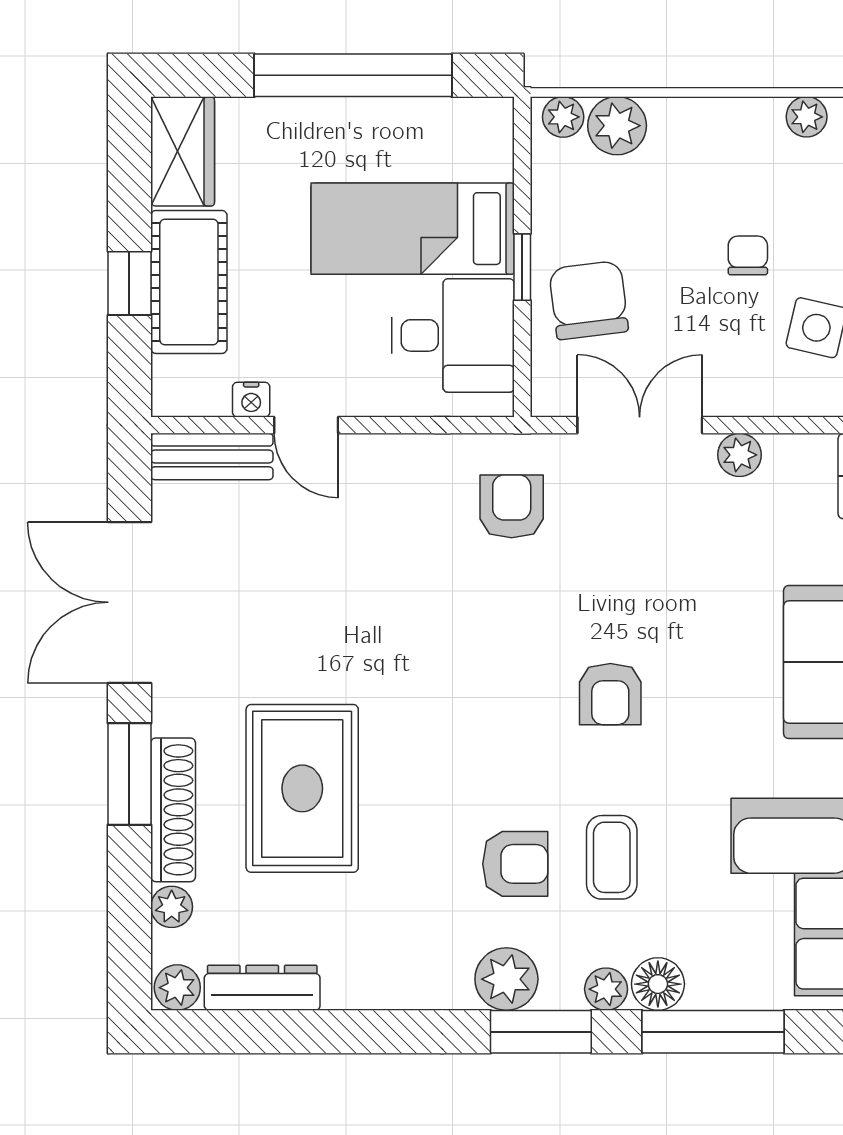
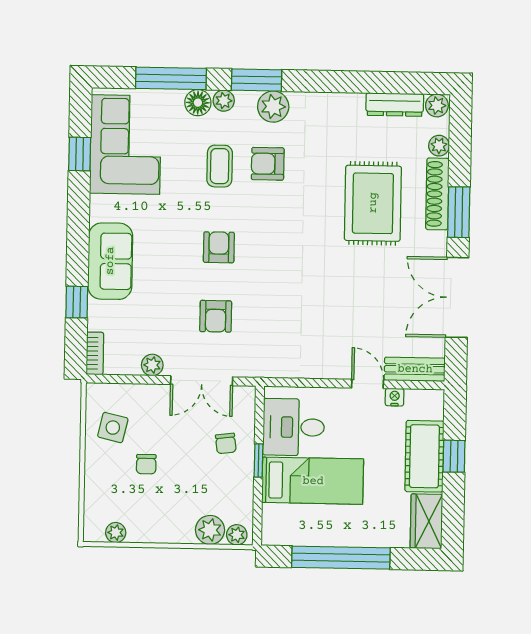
chair: (589, 300) -> (226, 443), width x0.54, depth x0.54
armchair: (512, 506) -> (216, 316), moved
double door: (129, 602) -> (457, 297), swing flipped

